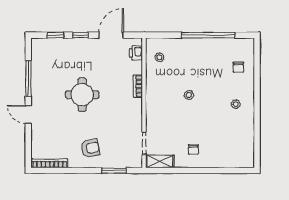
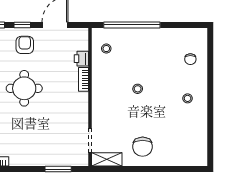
window: (208, 35) -> (132, 25), moved
printer: (136, 53) -> (81, 59), moved
armchair: (90, 148) -> (25, 45), moved, turned -80
chair: (193, 149) -> (143, 147), width x1.87, depth x1.87

